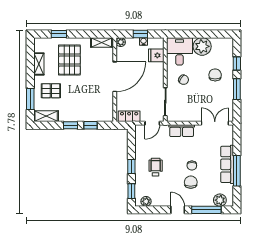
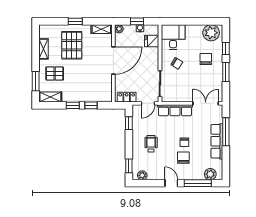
window: (59, 34) -> (75, 21), moved
plant: (202, 46) -> (211, 33), moved
row of seats: (182, 131) -> (175, 110), width x1.48
window: (131, 166) -> (129, 123), moved
window: (237, 171) -> (226, 132), moved

